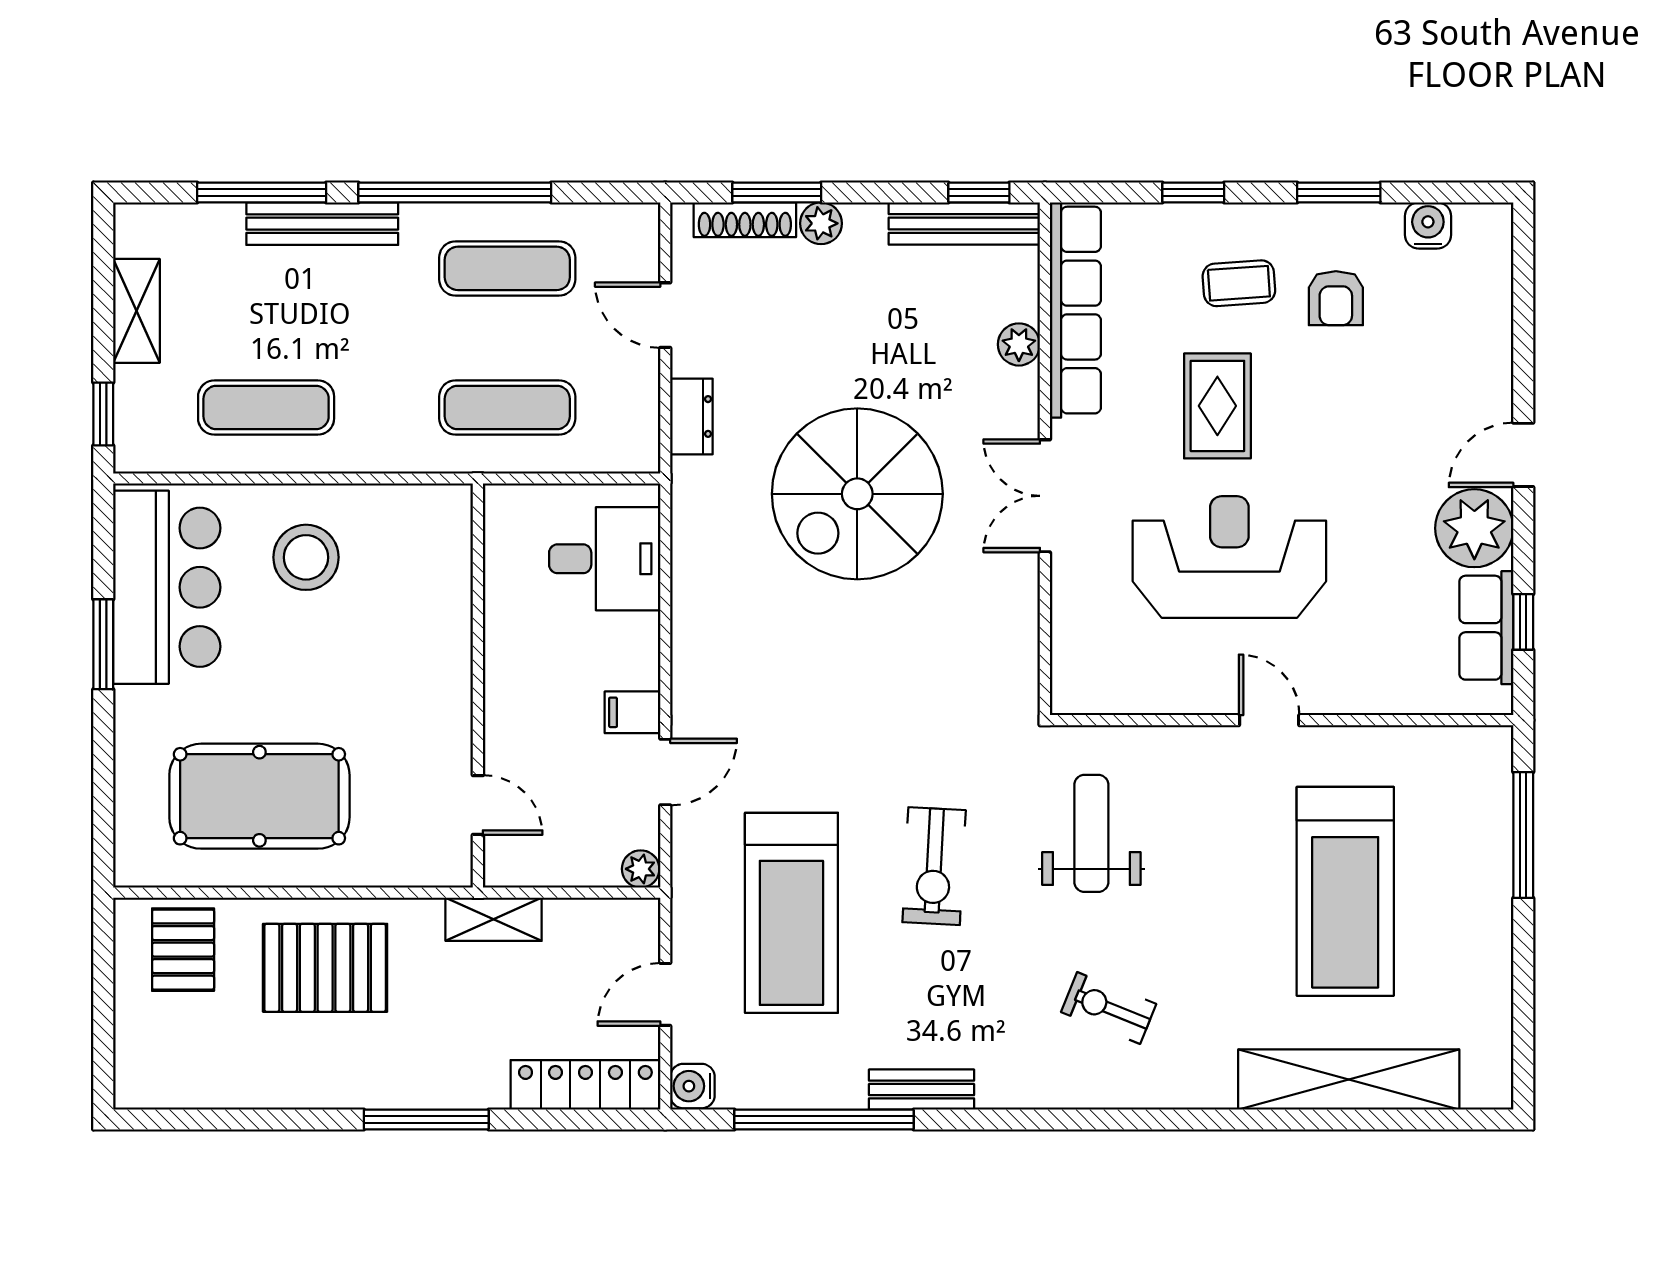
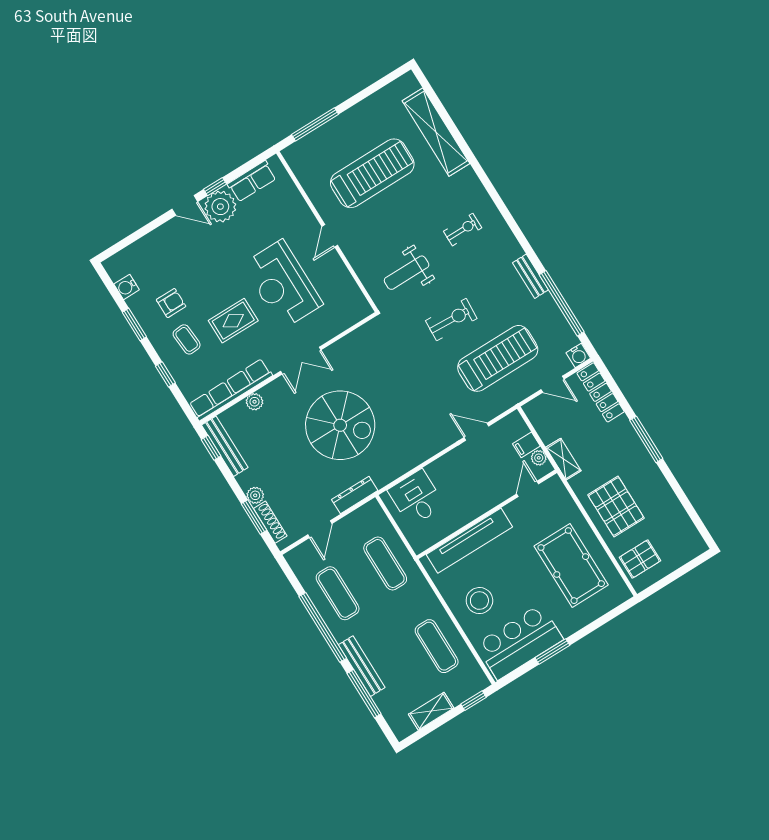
dresser: (691, 416) -> (355, 495), width x1.44
tv unit: (445, 615) -> (469, 541), added
window: (1523, 622) -> (215, 187), moved
filing cabinet: (633, 712) -> (526, 445), moved, turned 90
plant: (641, 869) -> (539, 458), moved
exercise bike: (1109, 1008) -> (463, 230), turned -112

